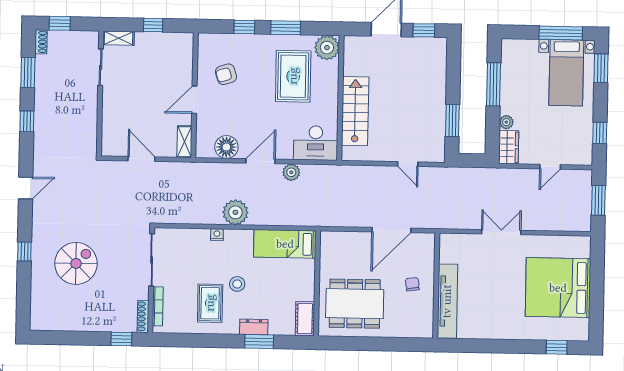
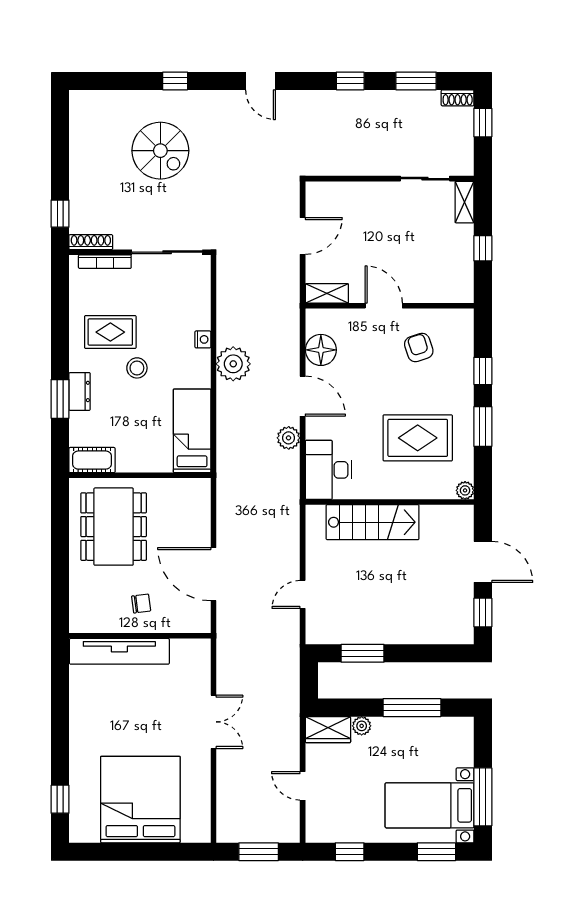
plant: (327, 48) -> (465, 490), width x0.53, depth x0.53

